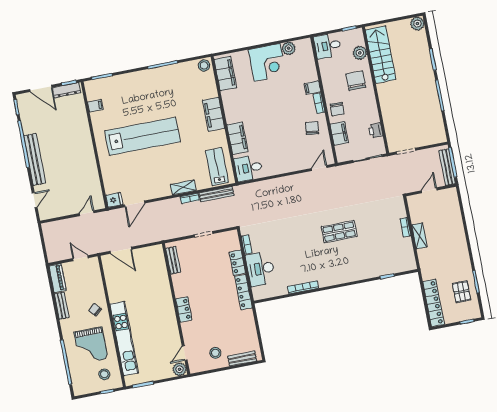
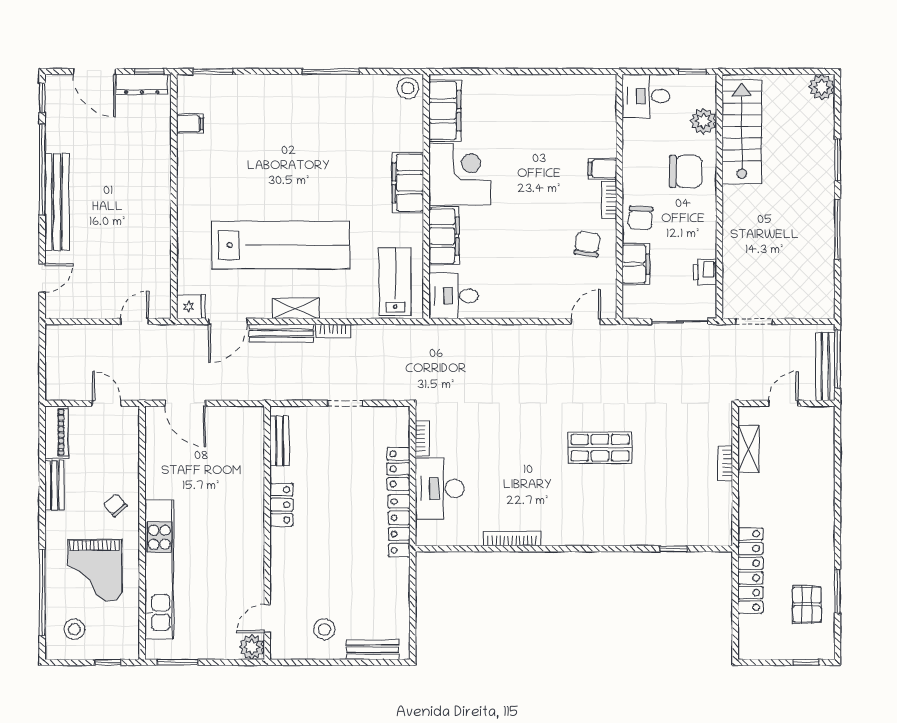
plant: (289, 48) -> (572, 87), removed
corner desk: (267, 62) -> (460, 174), moved, turned -90
chair: (356, 81) -> (686, 171), turned 90
lab bench: (143, 136) -> (281, 245), moved
shelving: (183, 187) -> (296, 308), moved
bench: (216, 194) -> (282, 333), moved
shelving: (419, 236) -> (749, 449), moved
locker: (434, 303) -> (750, 571), moved
locker: (184, 309) -> (281, 505), moved
stool: (104, 374) -> (74, 629), moved

